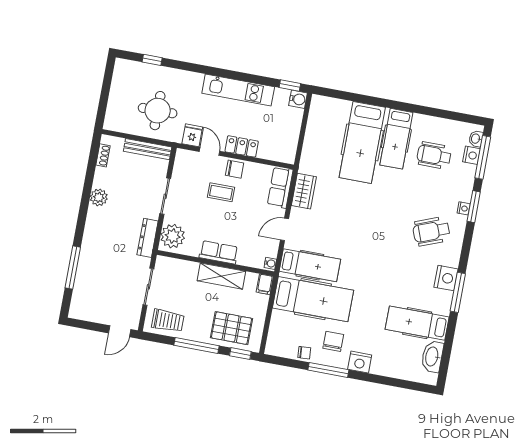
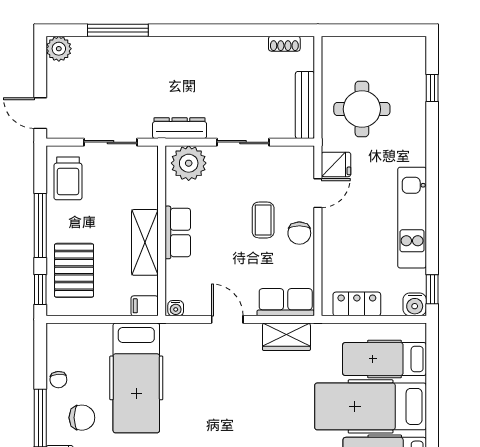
locker: (242, 146) -> (357, 304), moved, turned -90
plant: (99, 197) -> (59, 49), moved
hospital bed: (310, 265) -> (385, 359), moved, turned 90

